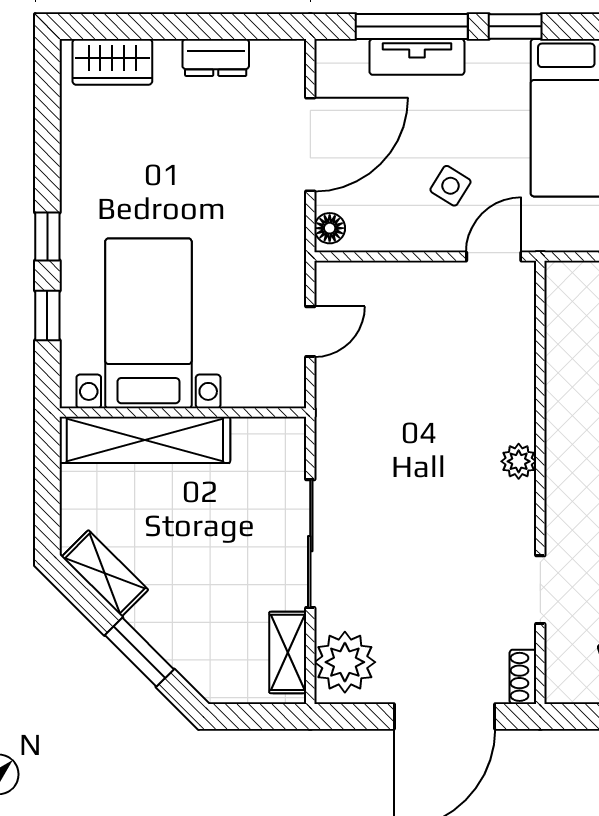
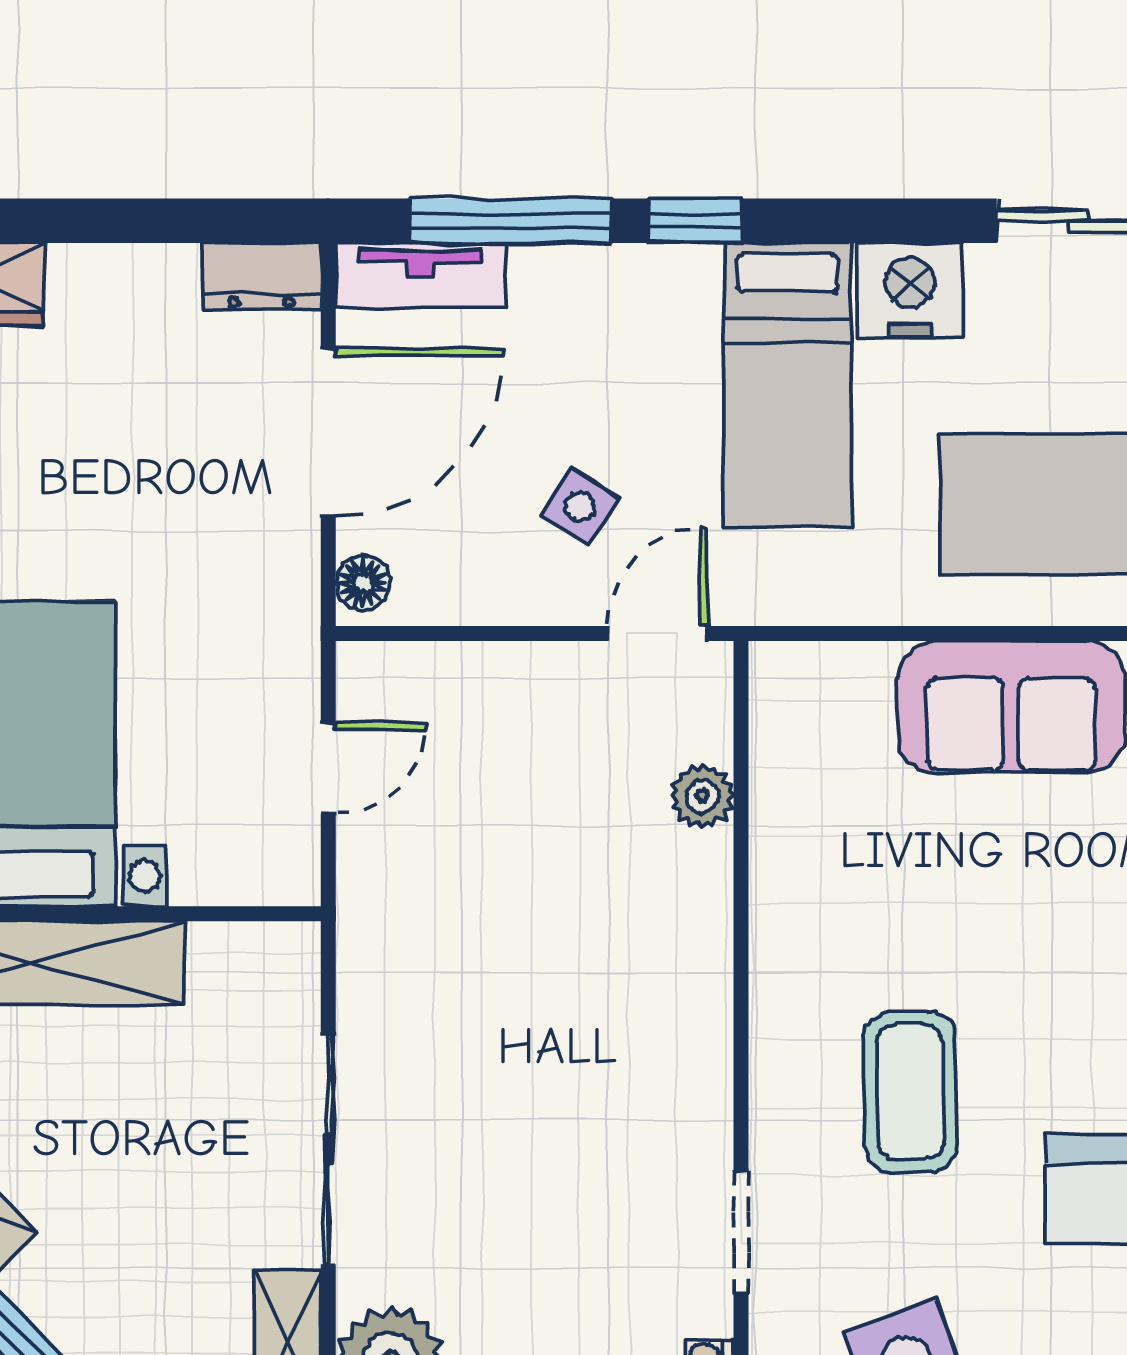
dresser: (216, 57) -> (261, 276), moved
tv unit: (417, 57) -> (421, 275), moved
plant: (519, 461) -> (702, 796), moved

